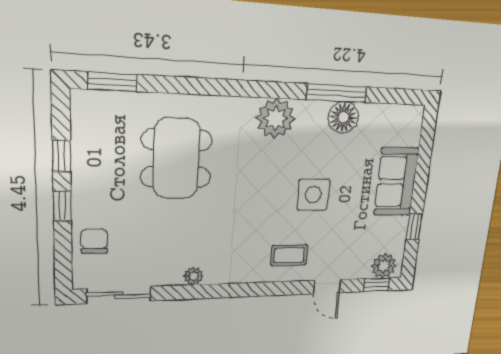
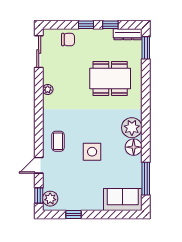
window: (337, 93) -> (146, 179), moved
floor lamp: (343, 117) -> (134, 147), moved
dresser: (82, 120) -> (128, 34), added
sofa: (396, 182) -> (123, 199), moved

